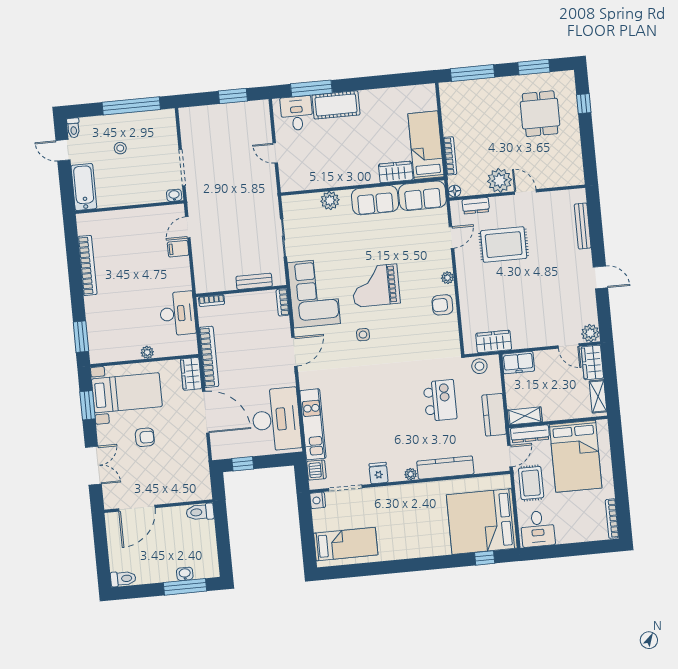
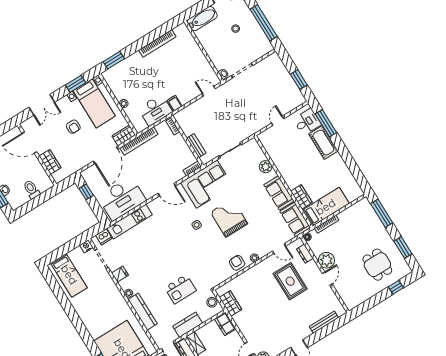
dining table: (540, 114) -> (377, 265), turned 90
filing cabinet: (178, 249) -> (175, 103), moved
wardrobe: (177, 493) -> (50, 162), added
toilet: (200, 512) -> (32, 189), moved

